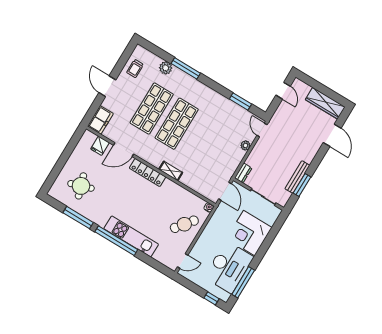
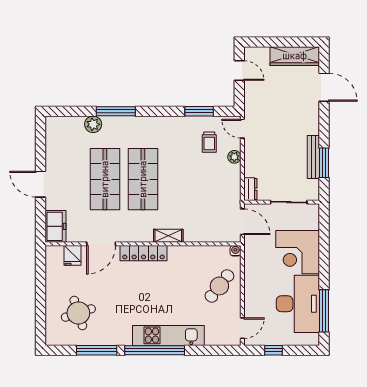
trolley: (135, 68) -> (209, 142), moved
window: (211, 298) -> (273, 350), moved

